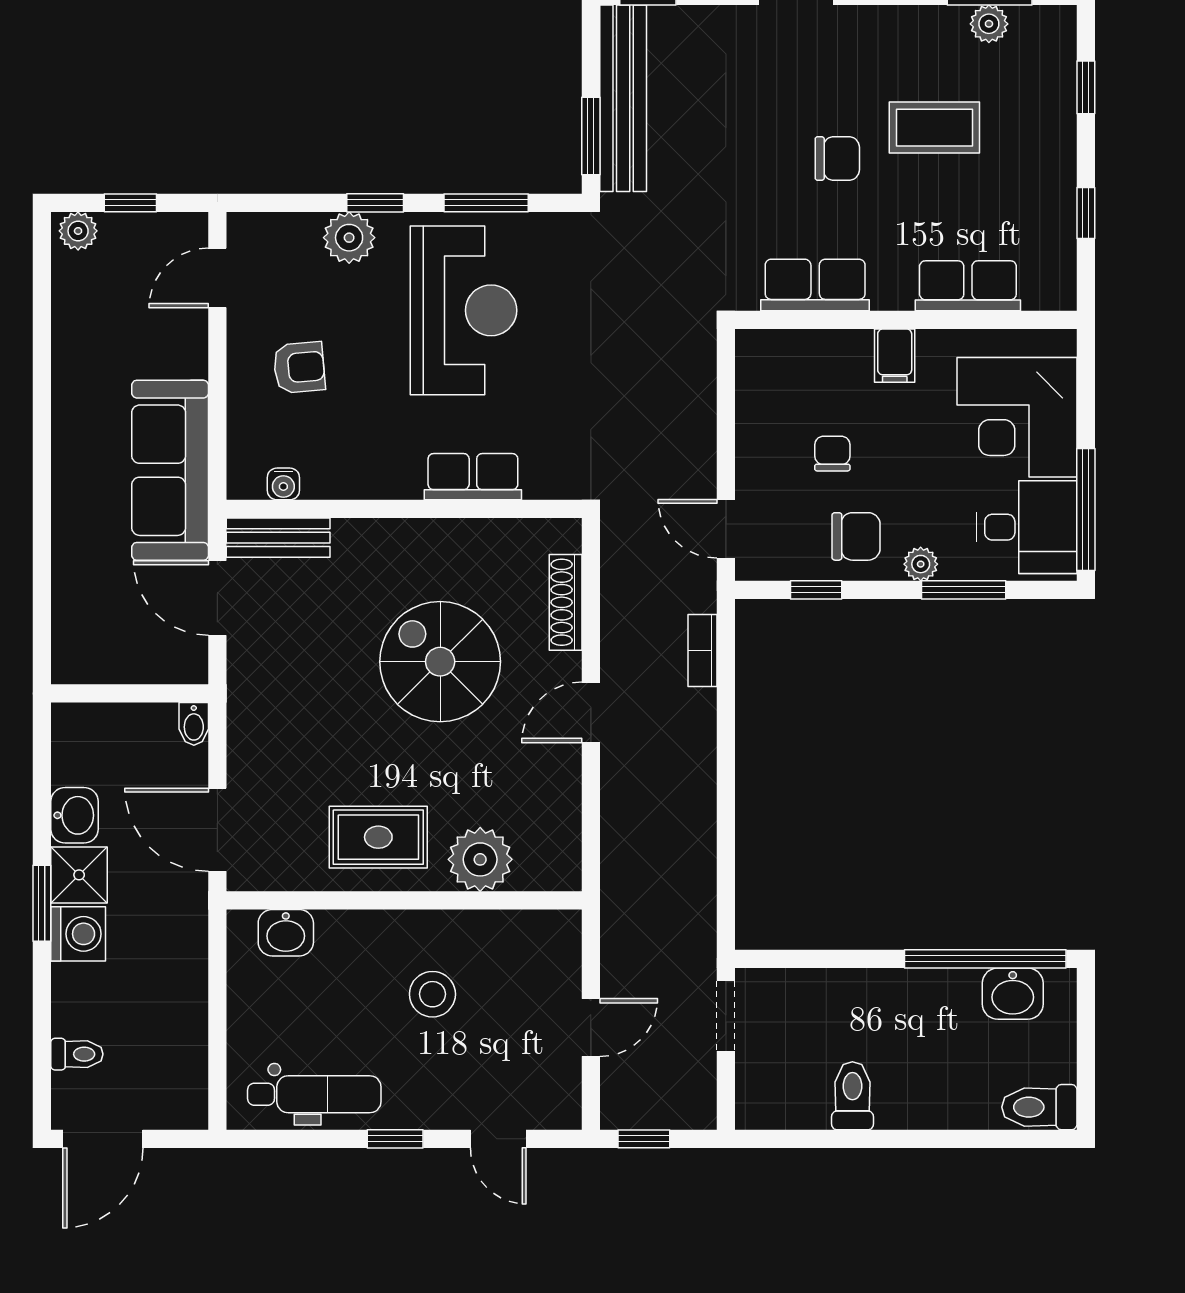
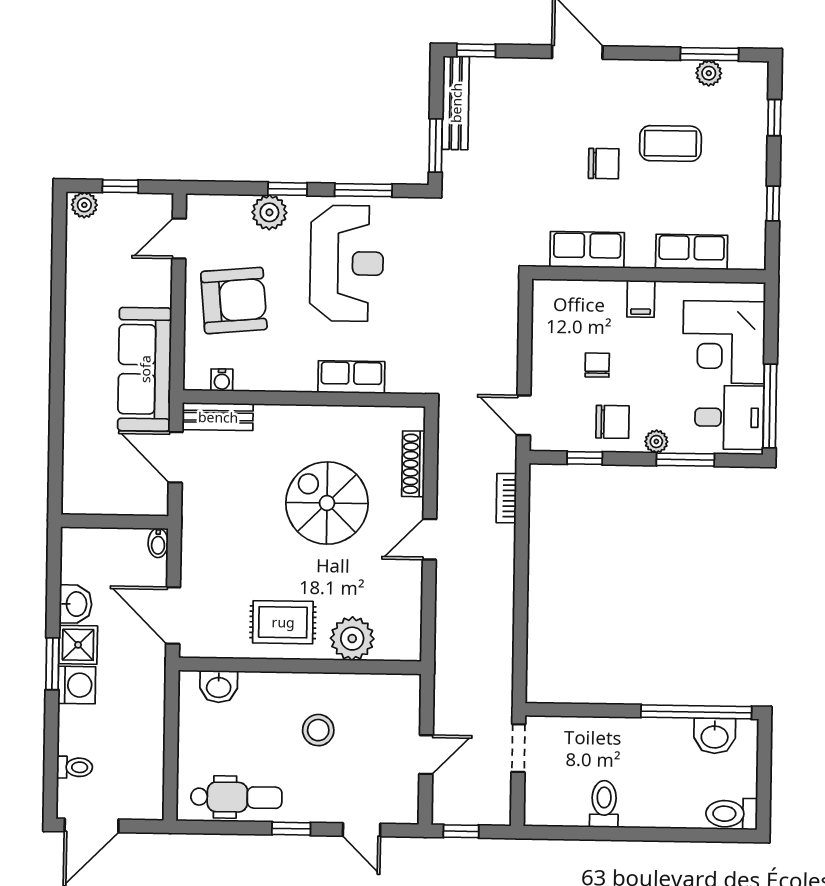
bench: (623, 98) -> (456, 103), width x0.73, depth x0.82
armchair: (299, 367) -> (234, 301), width x1.88, depth x1.88

